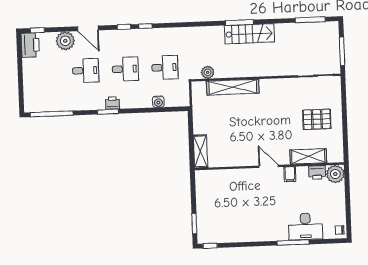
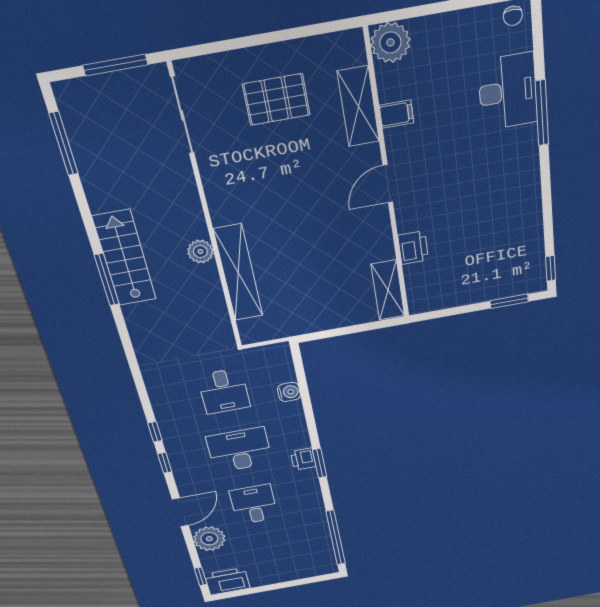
desk: (165, 67) -> (224, 391), turned 180
desk: (125, 69) -> (239, 450), width x1.37
plant: (208, 72) -> (200, 252), moved
pallet: (317, 119) -> (276, 100), turned 90
shelving: (200, 151) -> (388, 290), moved, turned 90
printer: (317, 172) -> (413, 248), moved
filing cabinet: (290, 174) -> (396, 114), moved

